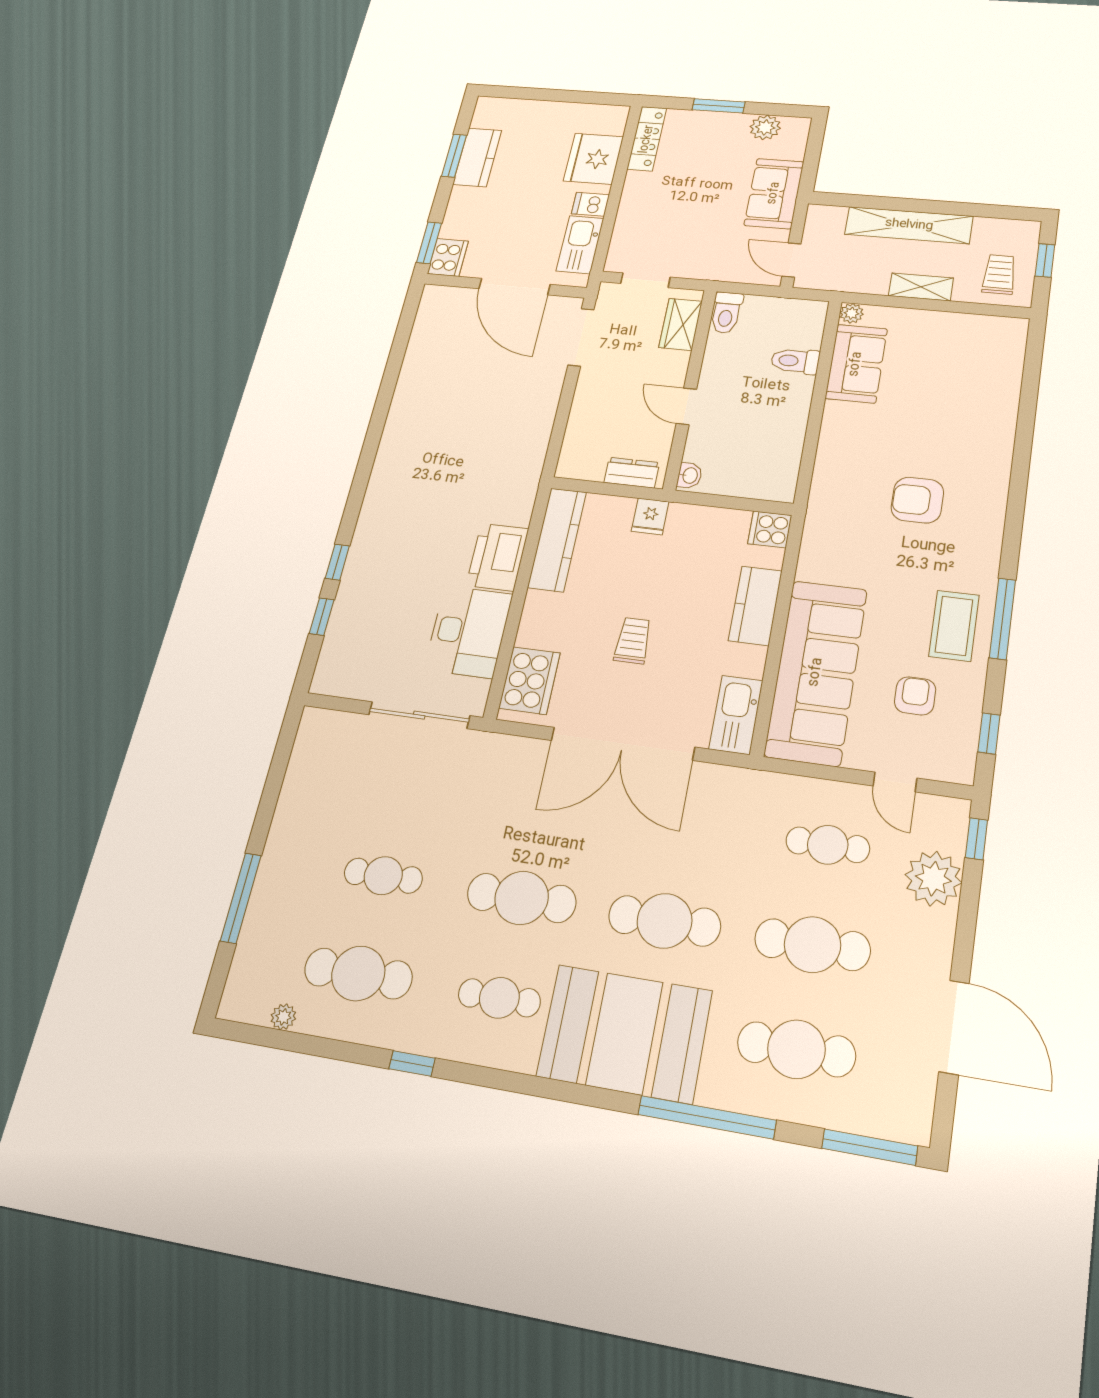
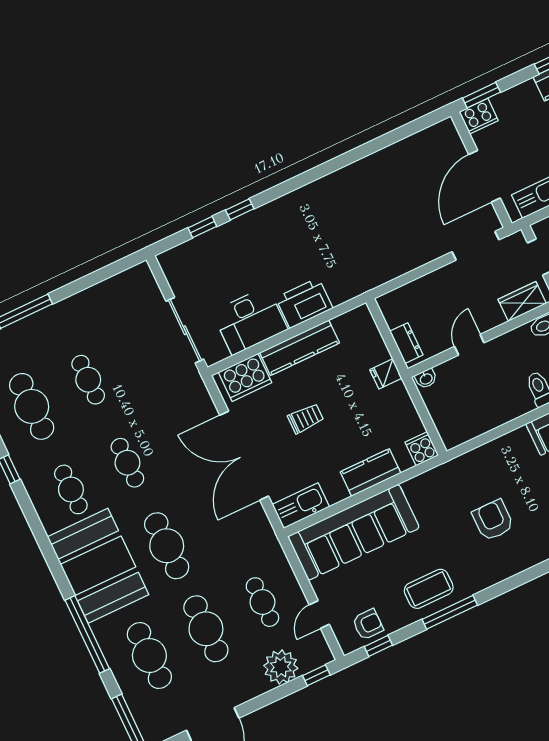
kitchen counter: (557, 540) -> (300, 348), moved
armchair: (915, 696) -> (368, 624), moved
cafe table: (522, 898) -> (127, 463), width x0.73, depth x0.74

